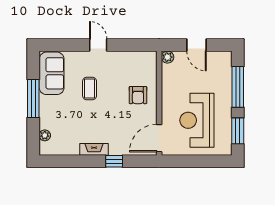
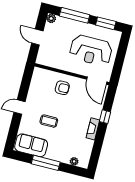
door: (197, 45) -> (37, 37), swing flipped
plant: (167, 57) -> (51, 18), moved

